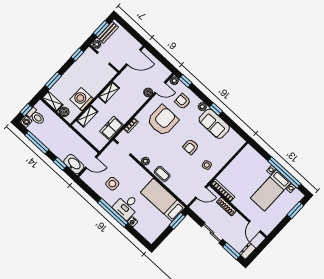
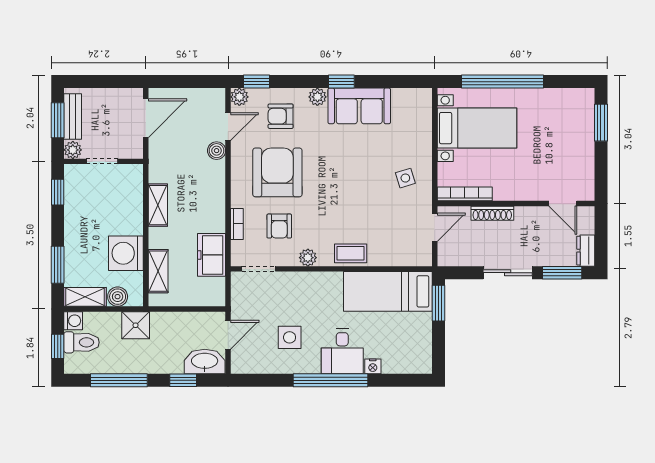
washing machine: (26, 121) -> (73, 321), moved
shower: (61, 128) -> (136, 325), added
armchair: (191, 147) -> (279, 226), moved
window: (284, 173) -> (502, 82), moved
bed with nightstands: (271, 190) -> (477, 128), moved, turned -90

